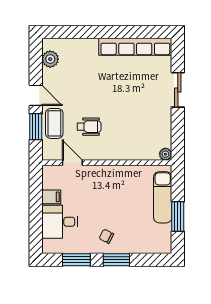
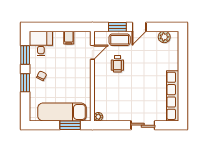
exam couch: (163, 197) -> (62, 112), width x1.36, depth x1.45
window: (178, 216) -> (70, 125), moved
desk: (60, 222) -> (41, 43), moved

